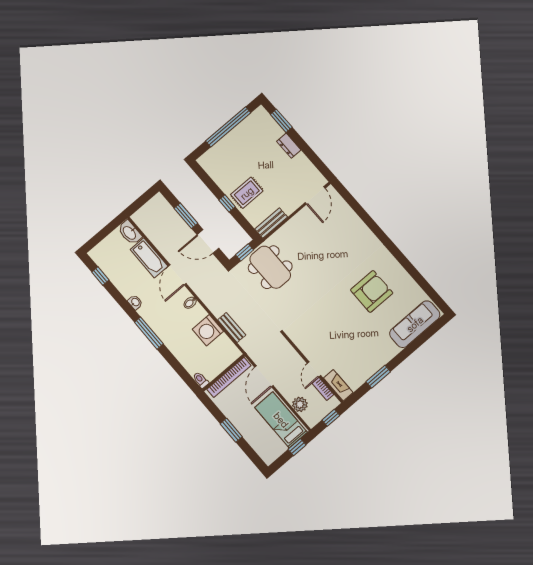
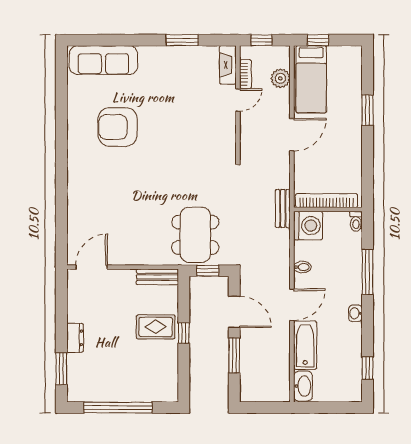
wall: (224, 373) -> (328, 209), moved
bookcase: (229, 377) -> (327, 201), moved
toilet: (201, 380) -> (356, 221), moved

